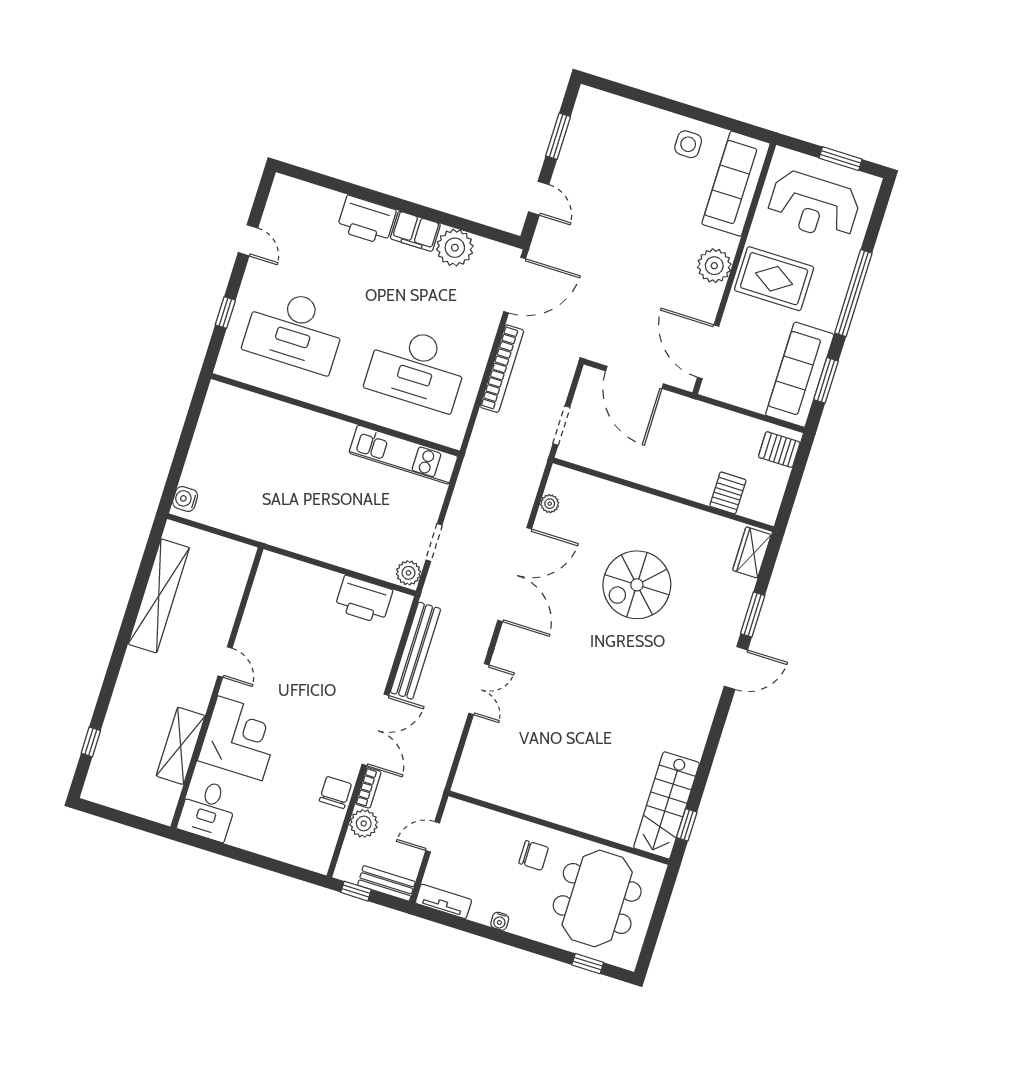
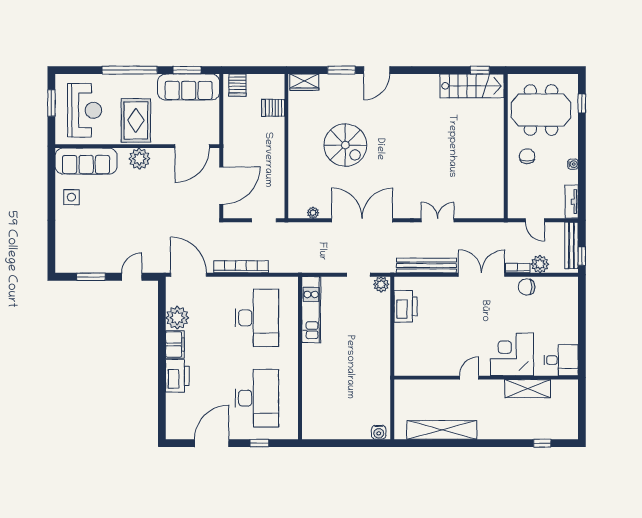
door: (248, 240) -> (212, 443), width x1.88
door: (736, 668) -> (377, 70), swing flipped
bench: (386, 883) -> (572, 245), width x1.36

